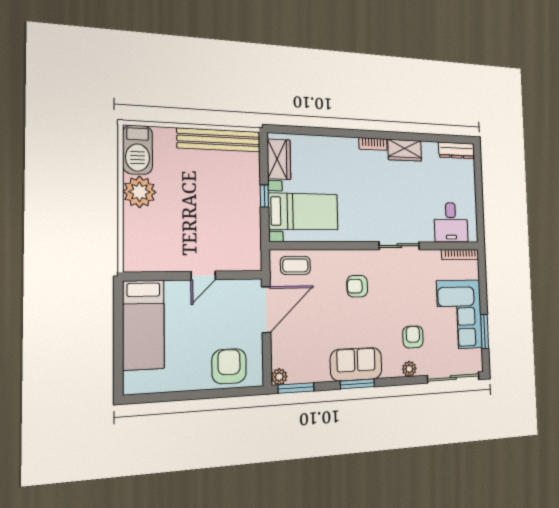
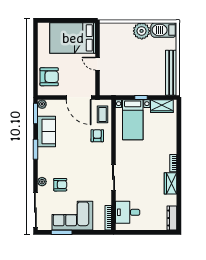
armchair: (357, 286) -> (97, 136), moved
bed: (143, 325) -> (73, 38), width x1.50
sofa: (356, 364) -> (46, 131), moved

